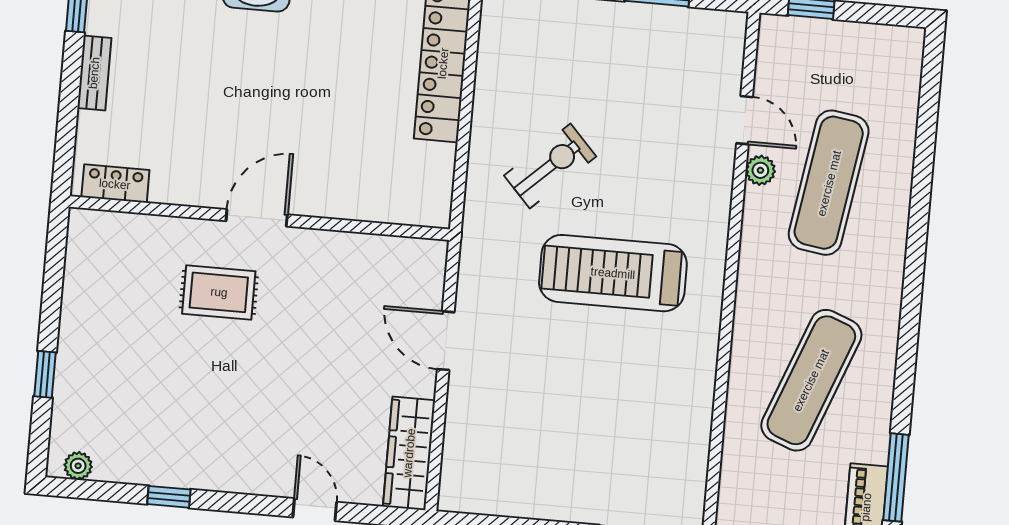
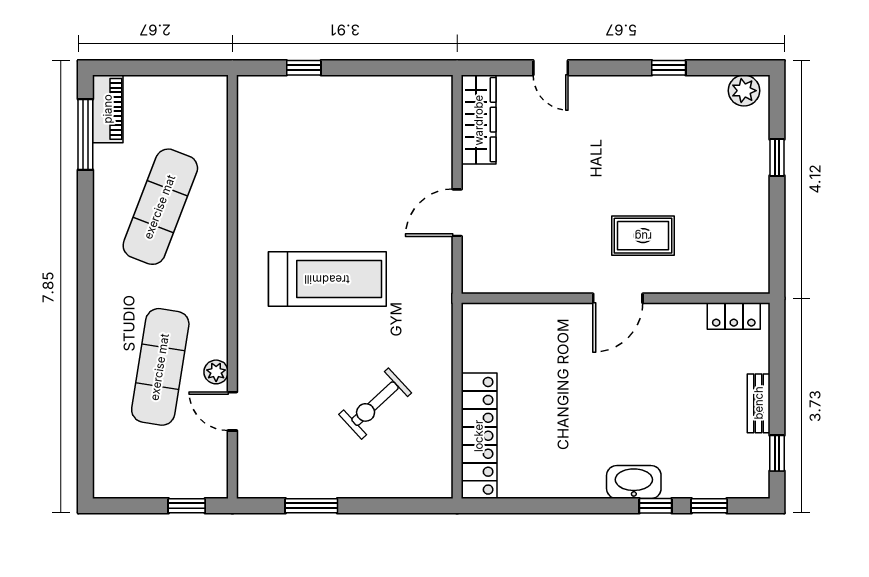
exercise bike: (550, 166) -> (375, 404), moved
door: (446, 341) -> (457, 213), swing flipped
plant: (78, 466) -> (744, 91), width x1.38, depth x1.38

